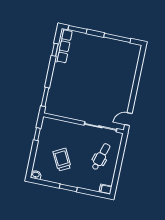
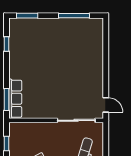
row of seats: (63, 46) -> (15, 99), moved
door: (128, 119) -> (106, 105), swing flipped

